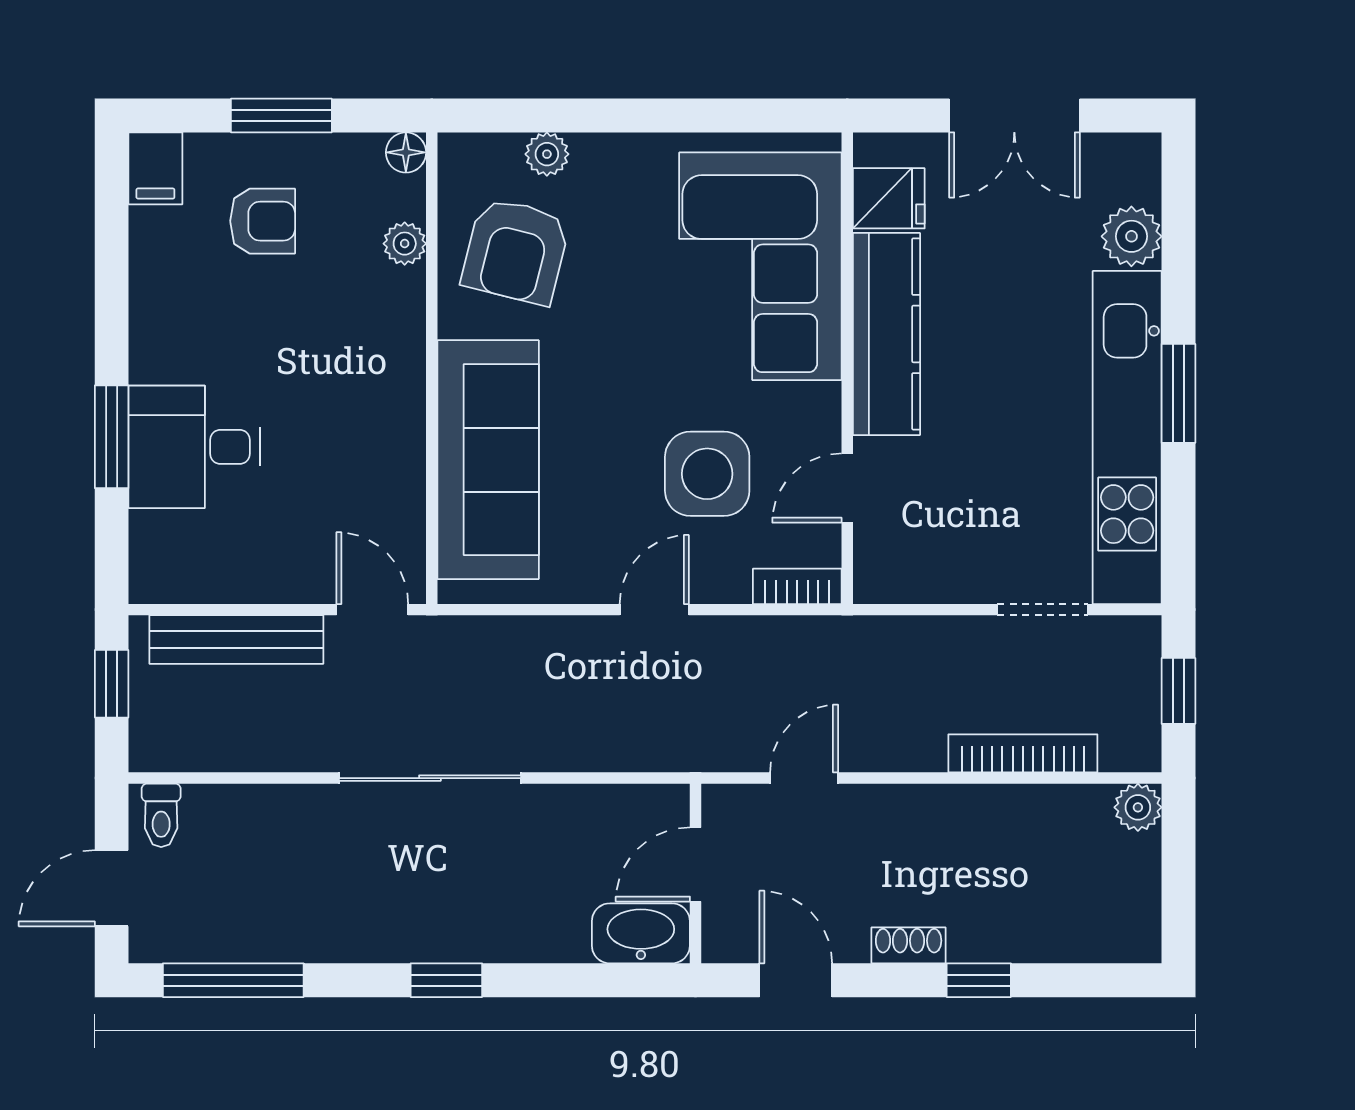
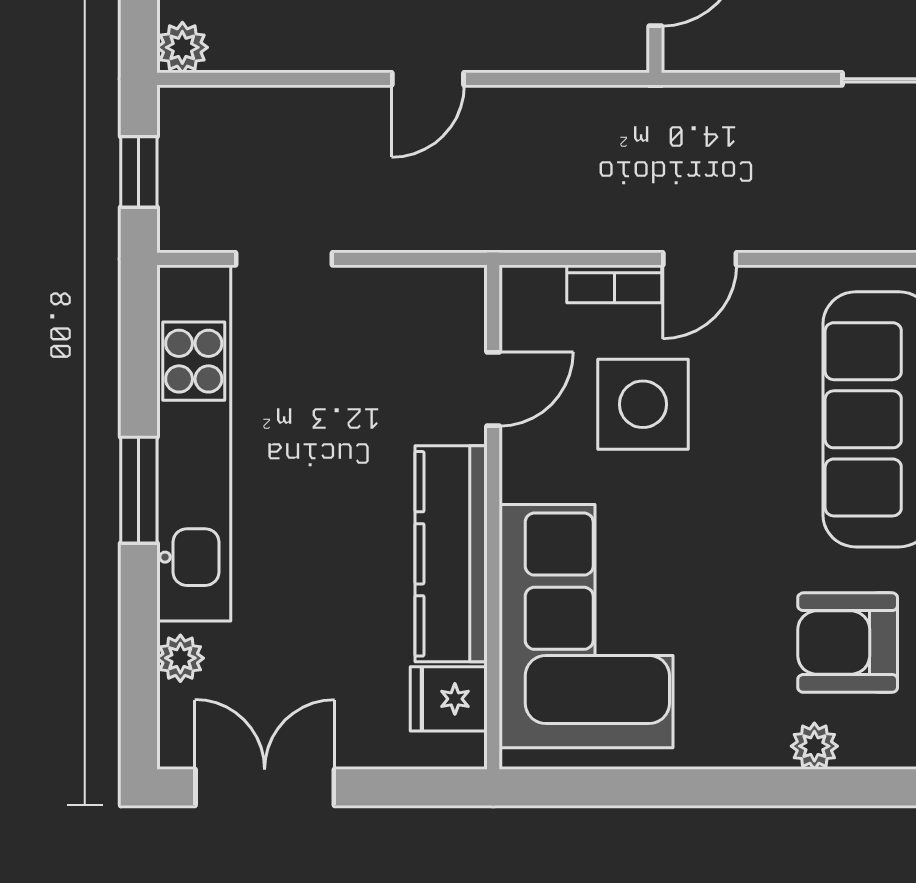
double door: (1014, 116) -> (265, 787), moved
plant: (1131, 236) -> (180, 658), width x0.73, depth x0.73
armchair: (516, 251) -> (848, 643), turned -104
bookcase: (797, 586) -> (614, 284), moved
bookcase: (1023, 753) -> (305, 105), removed
door: (804, 778) -> (428, 79), moved

